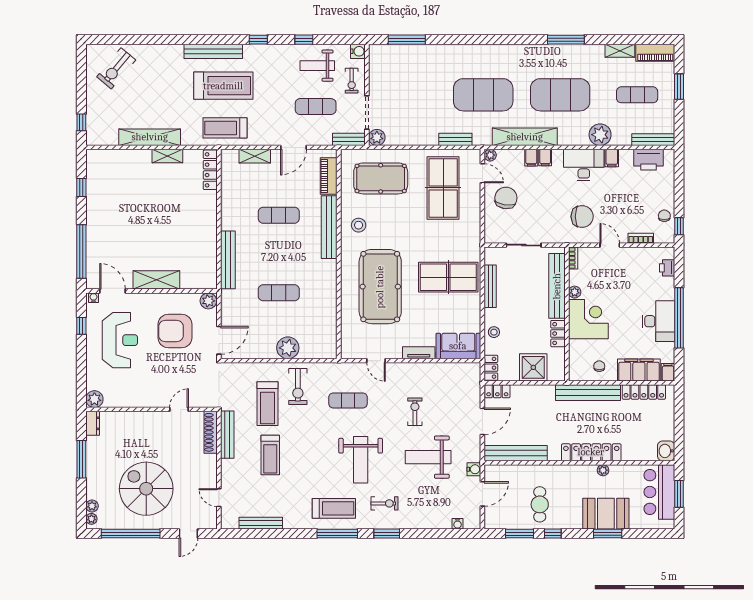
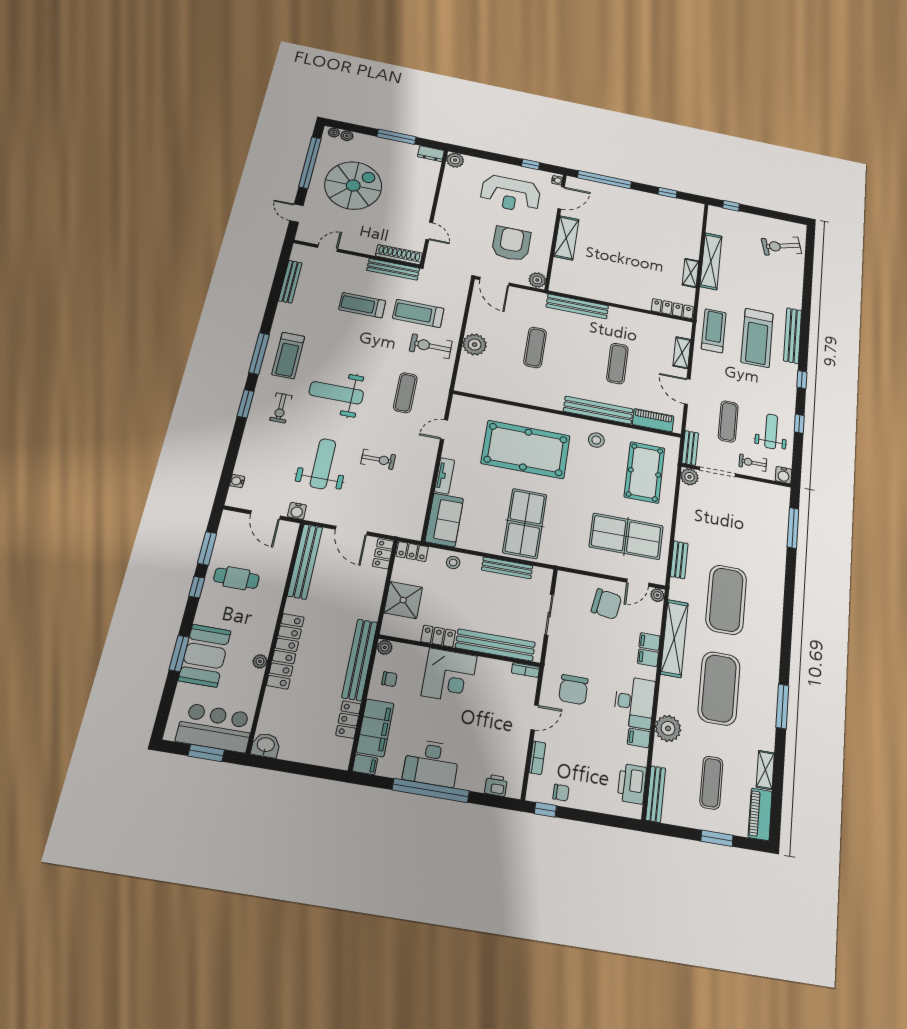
exercise bike: (116, 68) -> (781, 246), turned -56
plant: (575, 292) -> (385, 647), moved
locker: (644, 392) -> (348, 720), width x0.66

